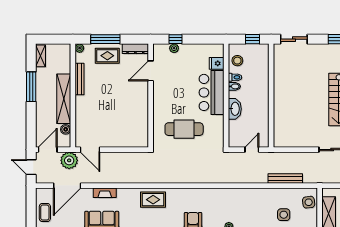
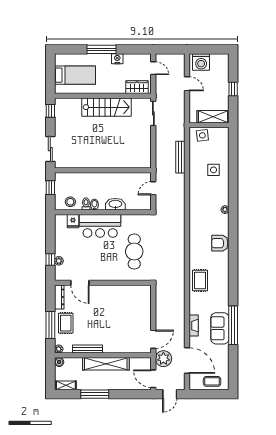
boiler: (66, 129) -> (59, 362), moved
door: (252, 150) -> (153, 188), hinge flipped
side table: (284, 215) -> (213, 170), moved

